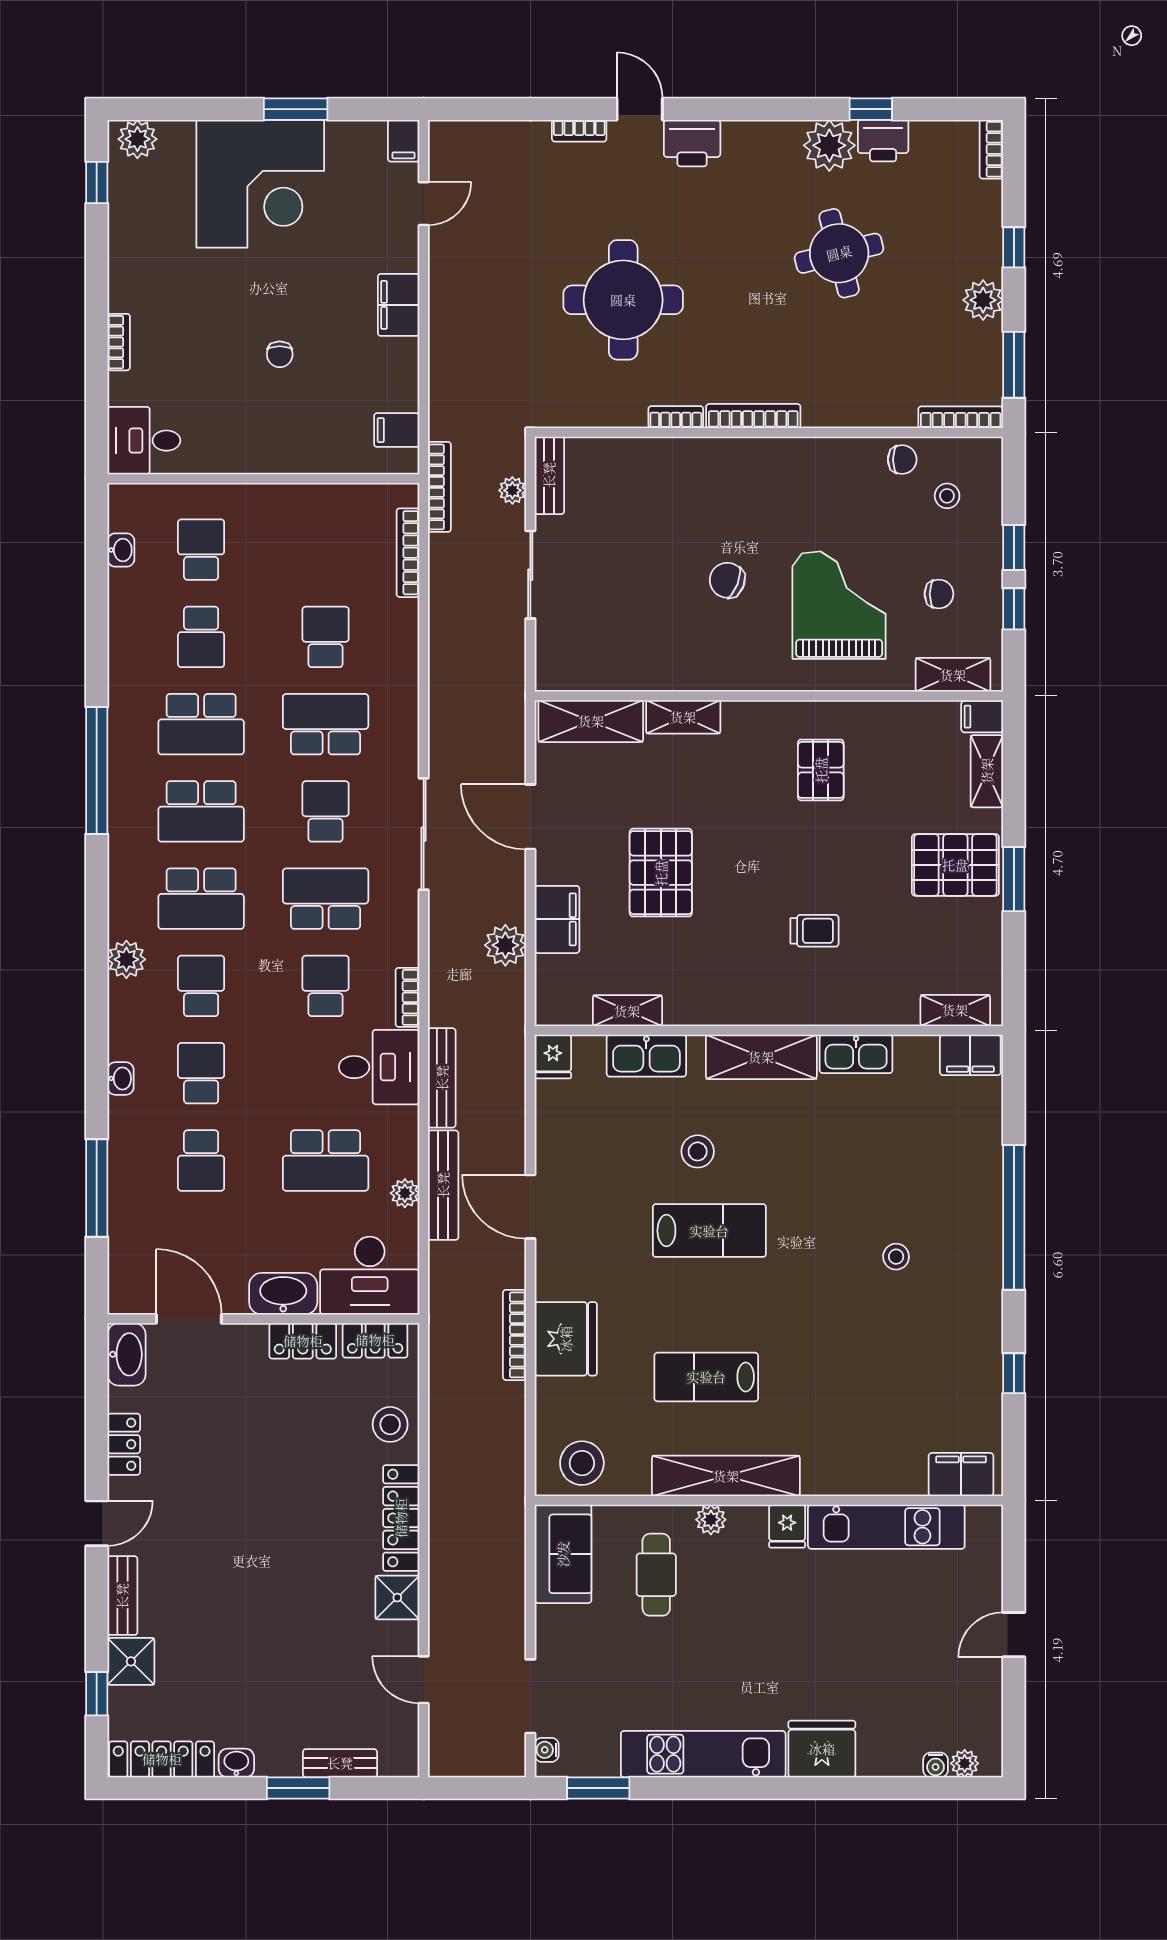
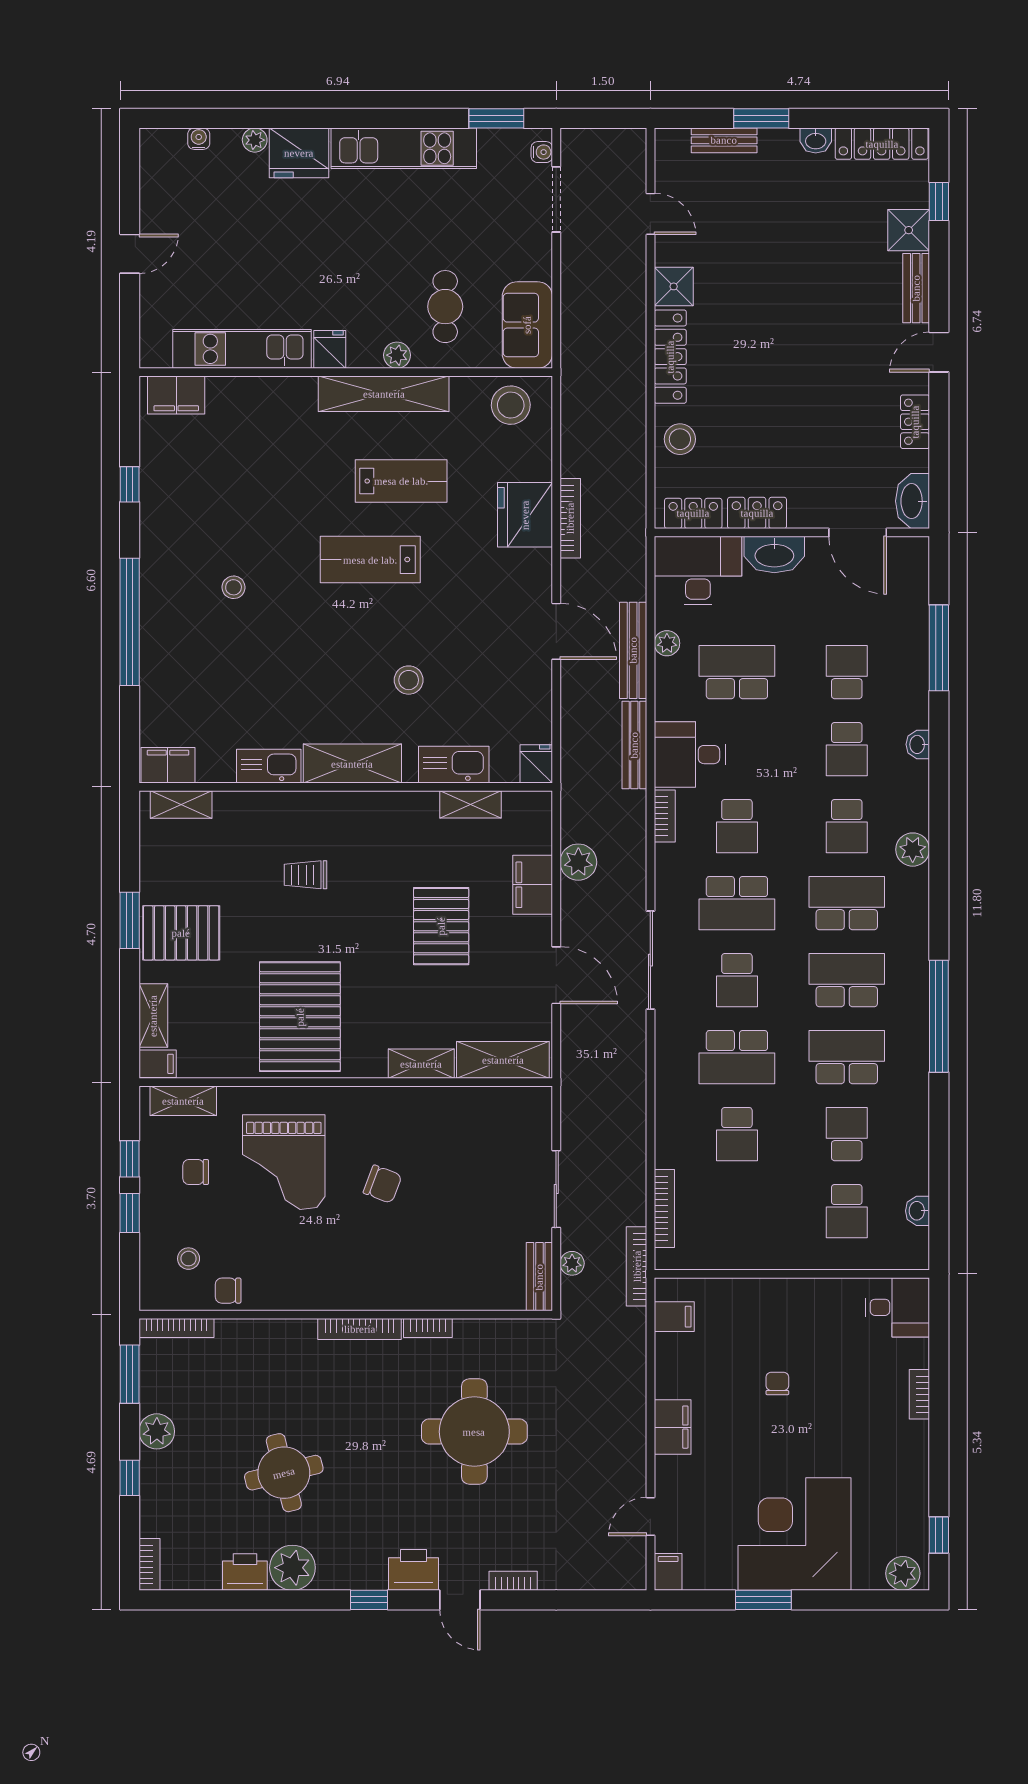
window: (871, 109) -> (369, 1600), moved
pallet: (821, 770) -> (300, 1017), width x2.05, depth x2.00
lab bench: (709, 1231) -> (370, 560), moved
plant: (965, 1763) -> (255, 140), moved

